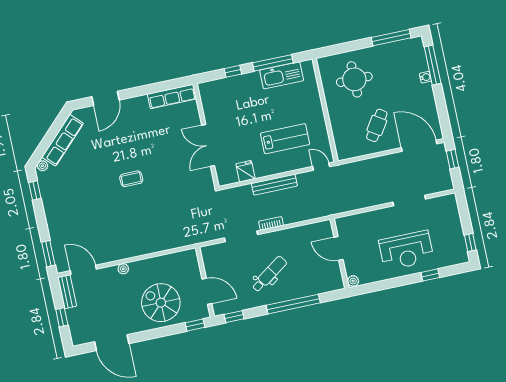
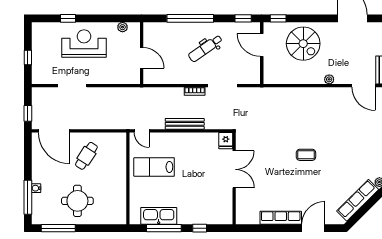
round table: (354, 79) -> (77, 201), moved
row of seats: (172, 96) -> (281, 218), moved
lab bench: (285, 139) -> (154, 167), moved
fridge: (245, 171) -> (226, 141), moved
window: (470, 243) -> (28, 58), moved
plant: (353, 281) -> (123, 27), moved

